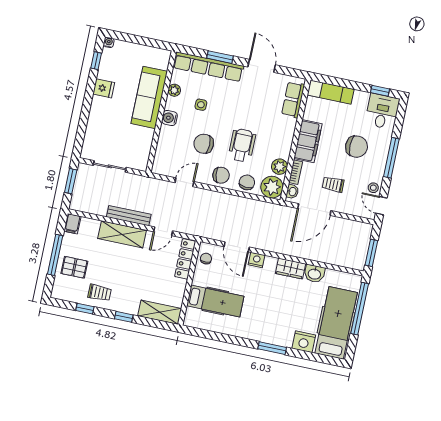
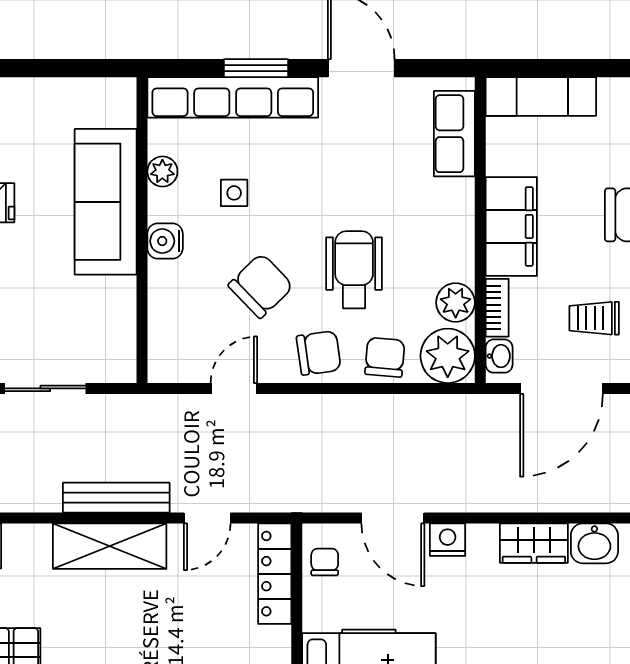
chair: (204, 144) -> (261, 286), turned 136

